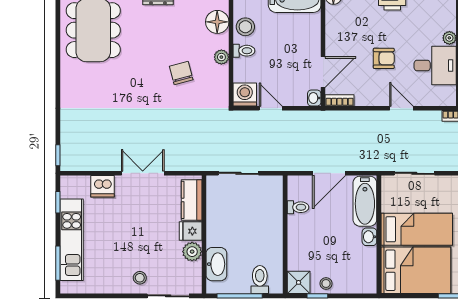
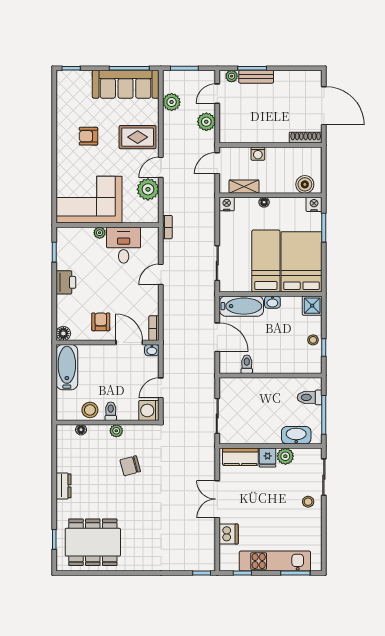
floor lamp: (217, 22) -> (81, 430), width x0.53, depth x0.53
armchair: (384, 58) -> (101, 322), moved
shower: (299, 282) -> (312, 306), moved

